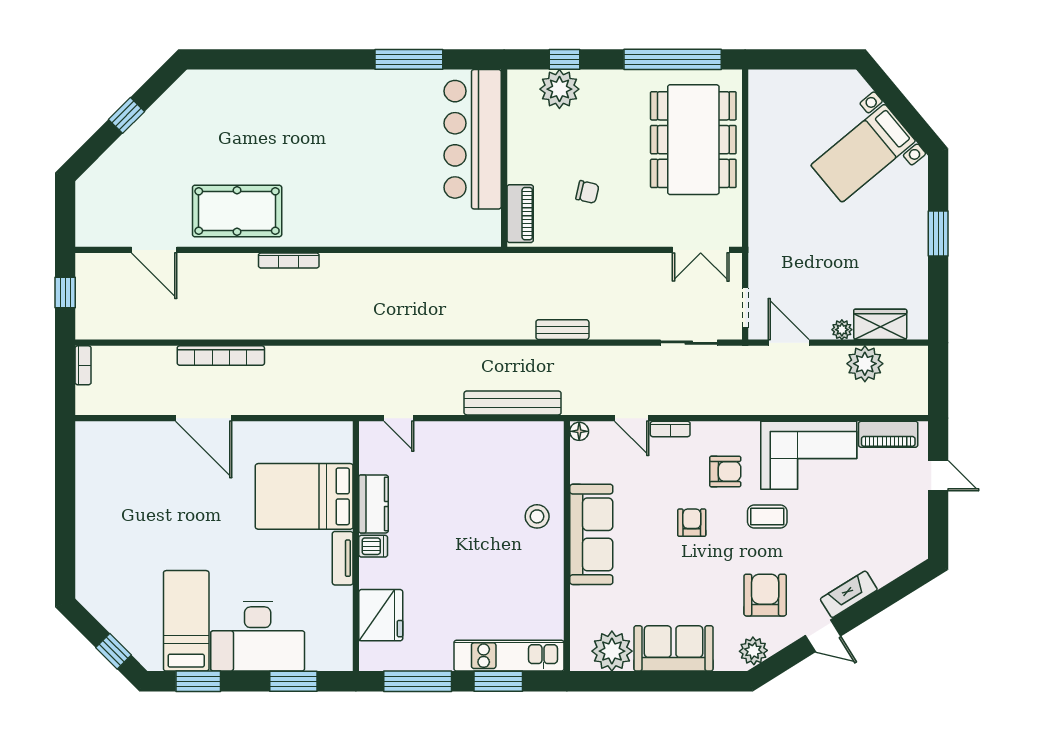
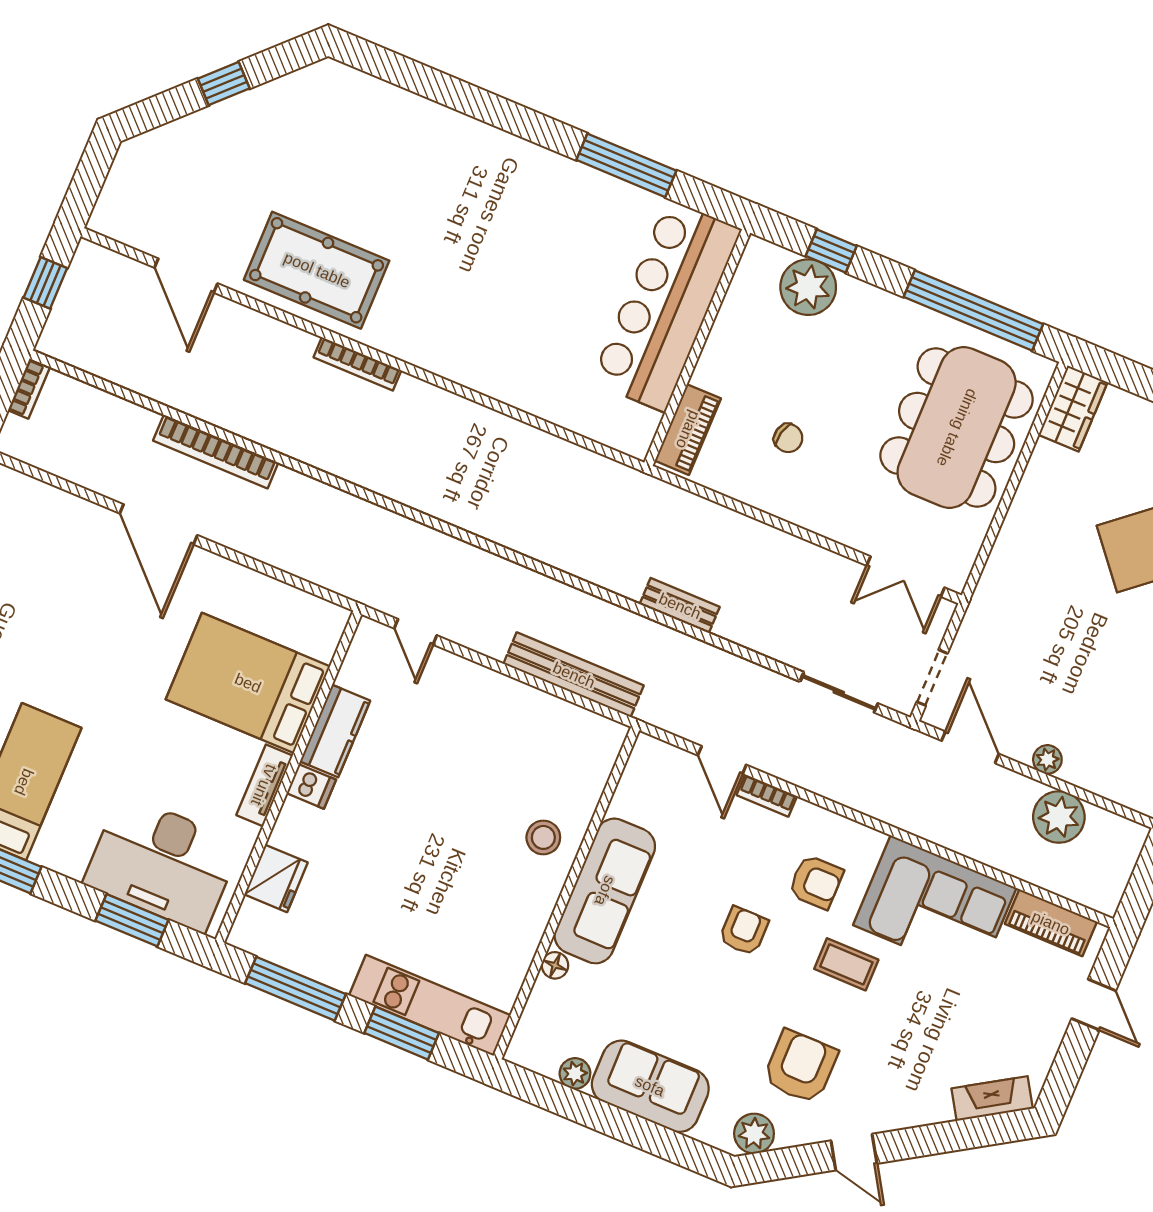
wardrobe: (880, 324) -> (1073, 409), moved, turned 90
floor lamp: (579, 431) -> (555, 965), moved
fireplace: (849, 594) -> (992, 1099), moved
fridge: (381, 615) -> (276, 878), width x0.73, depth x0.75
desk: (258, 636) -> (162, 863), moved
plant: (612, 651) -> (575, 1073), width x0.53, depth x0.53

